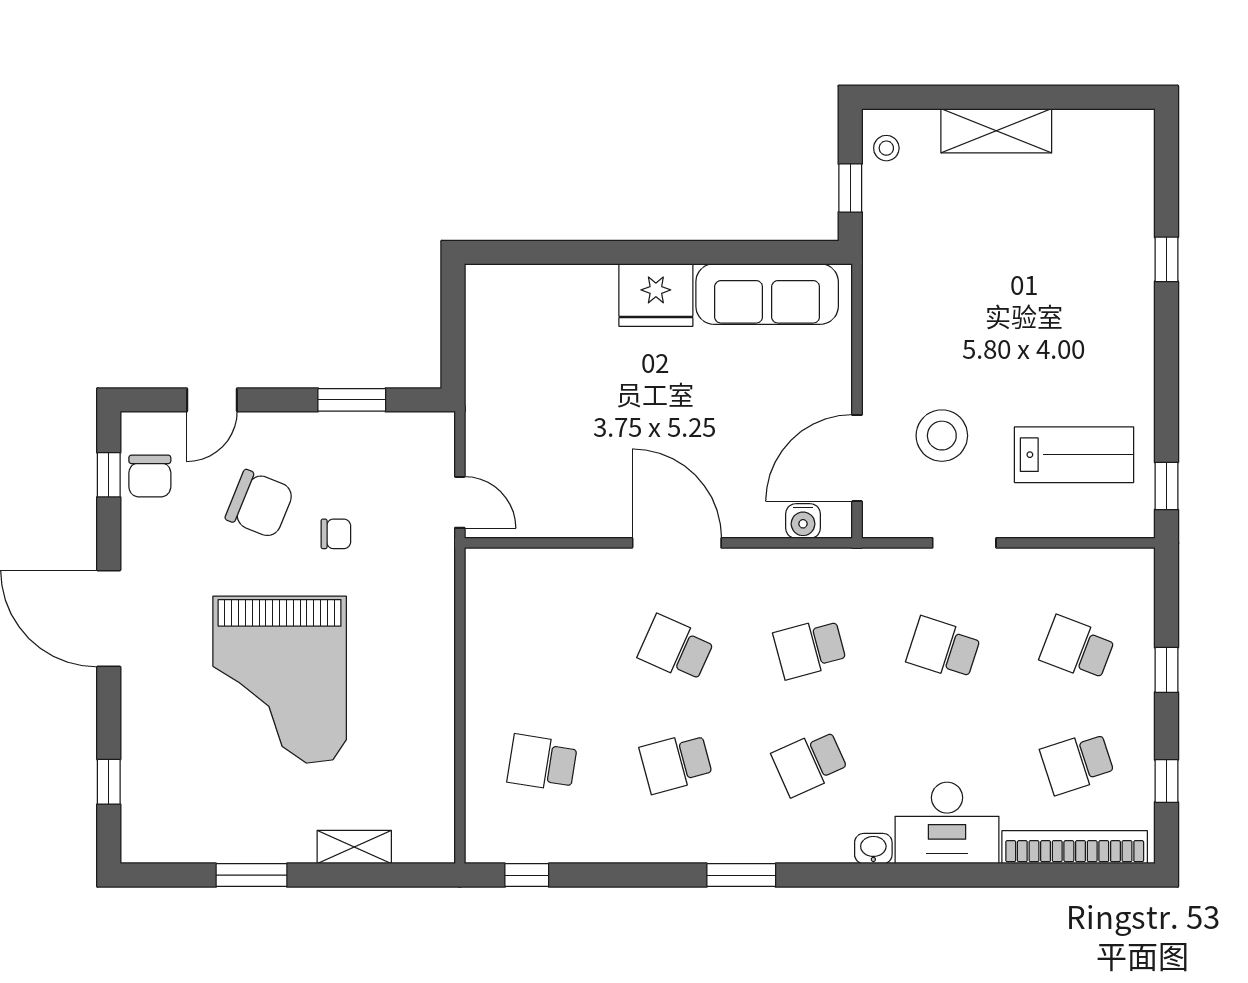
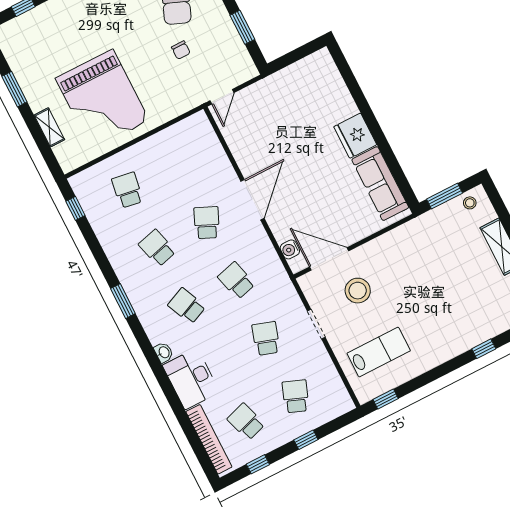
window: (850, 188) -> (445, 196), width x1.50
lab bench: (1074, 455) -> (379, 352), turned -90
grand piano: (280, 680) -> (102, 100), moved, turned -90

